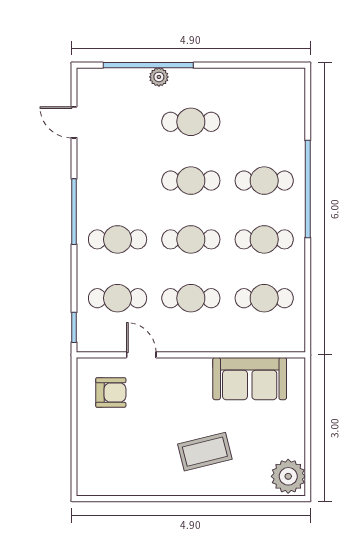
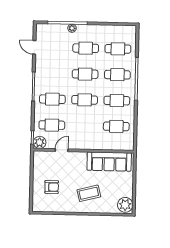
cafe table: (191, 298) -> (118, 49), moved
plant: (90, 338) -> (40, 142), added
door: (141, 355) -> (62, 150), hinge flipped
sofa: (250, 379) -> (109, 162), width x1.36
armchair: (111, 392) -> (52, 187), moved

